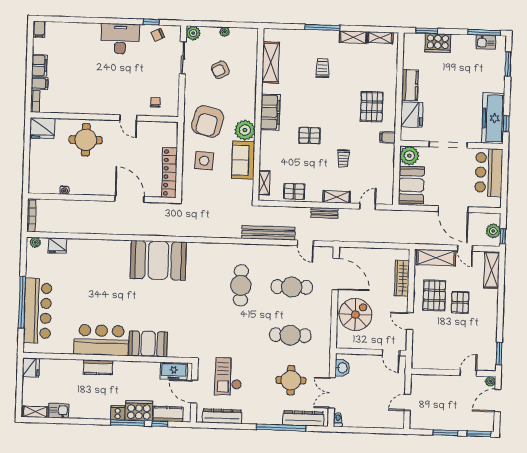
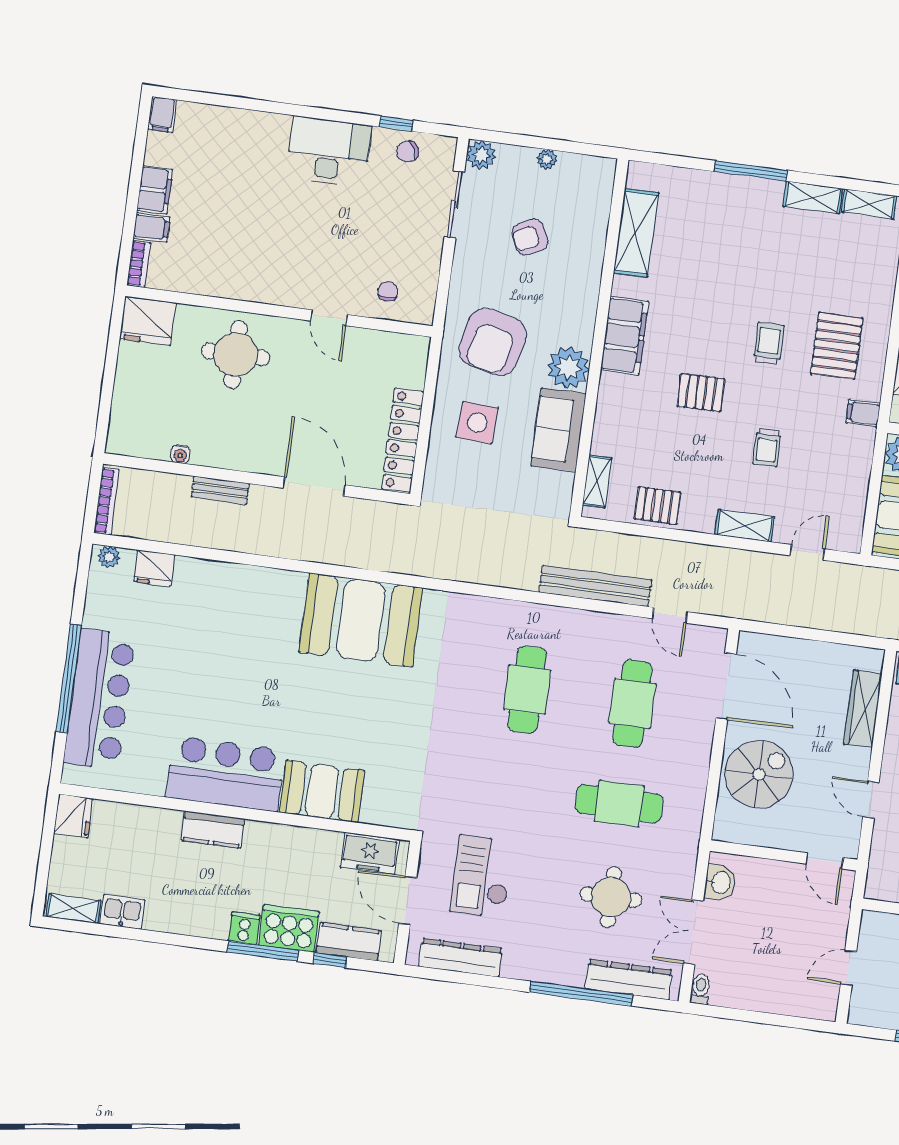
trolley: (322, 68) -> (769, 343), moved
bench: (324, 213) -> (220, 490), moved
cafe table: (292, 287) -> (632, 704), turned 90

